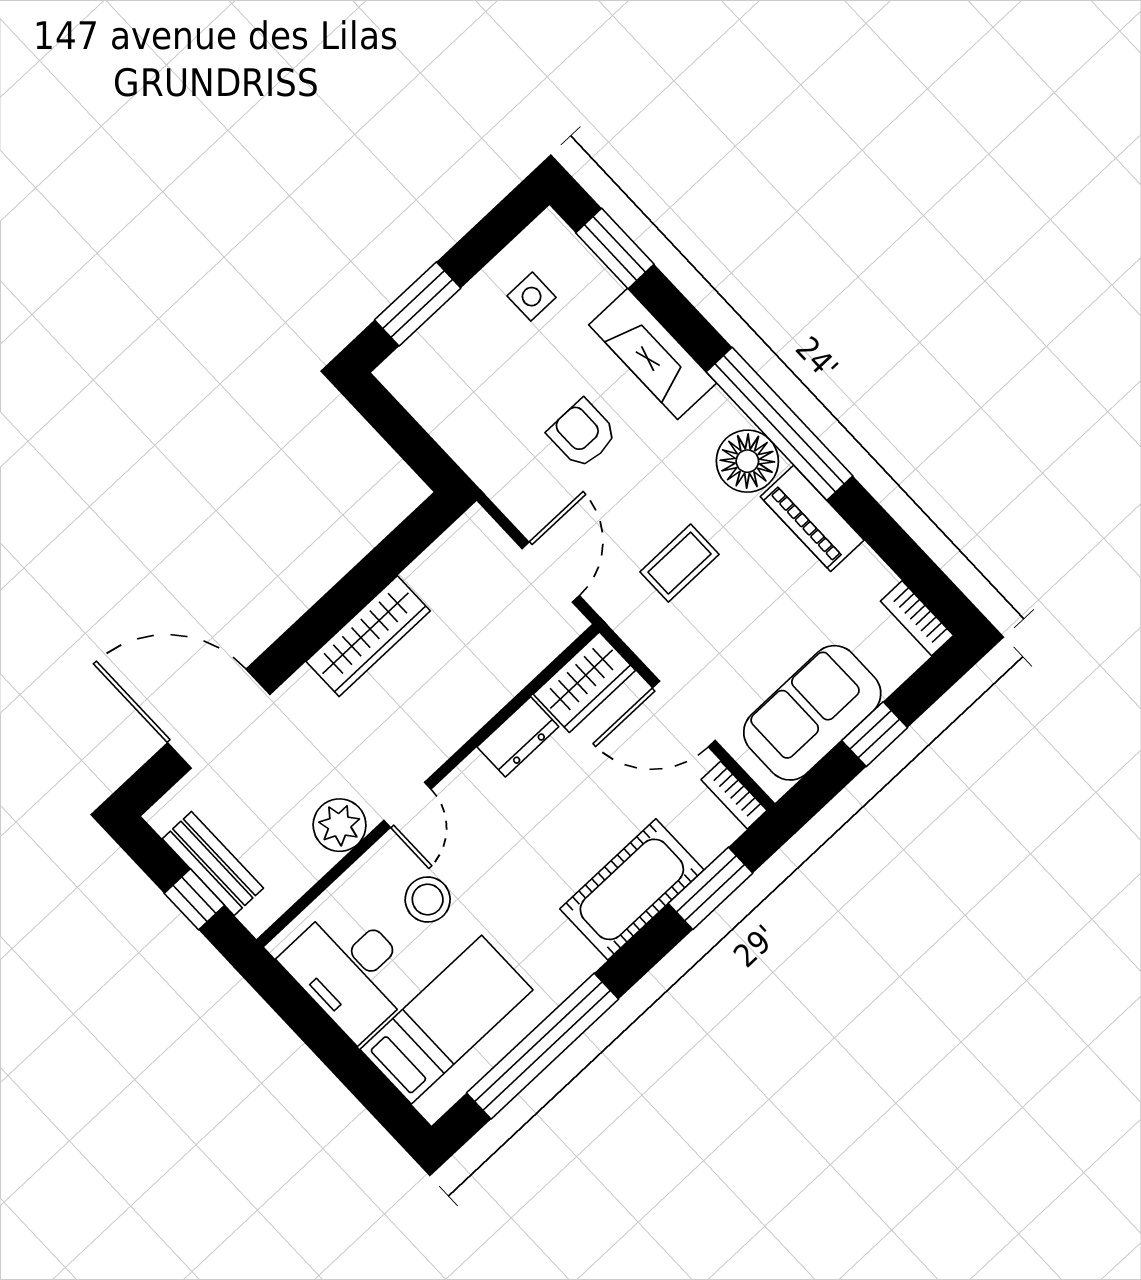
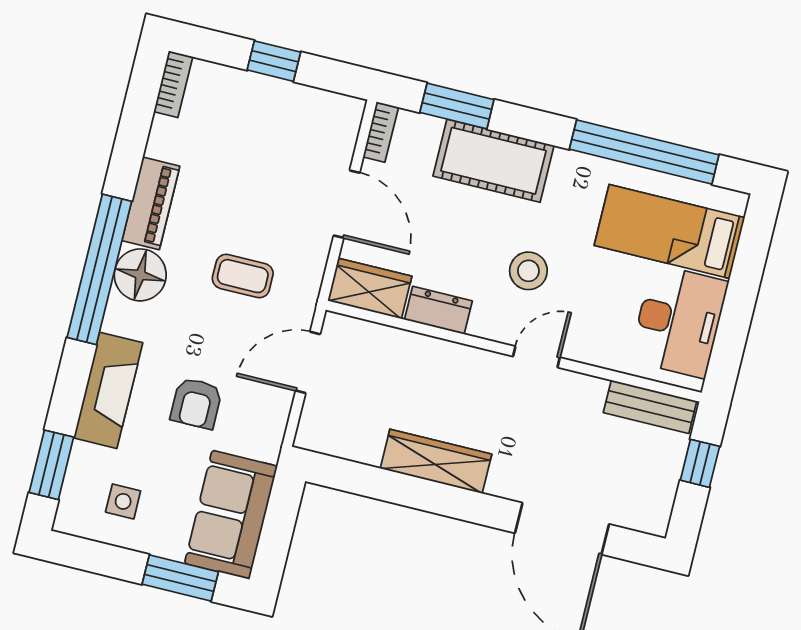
sofa: (812, 713) -> (231, 515), moved, turned 90
plant: (340, 825) -> (582, 395), removed
bench: (213, 863) -> (650, 407), moved, turned 90
stool: (428, 899) -> (528, 271), moved

